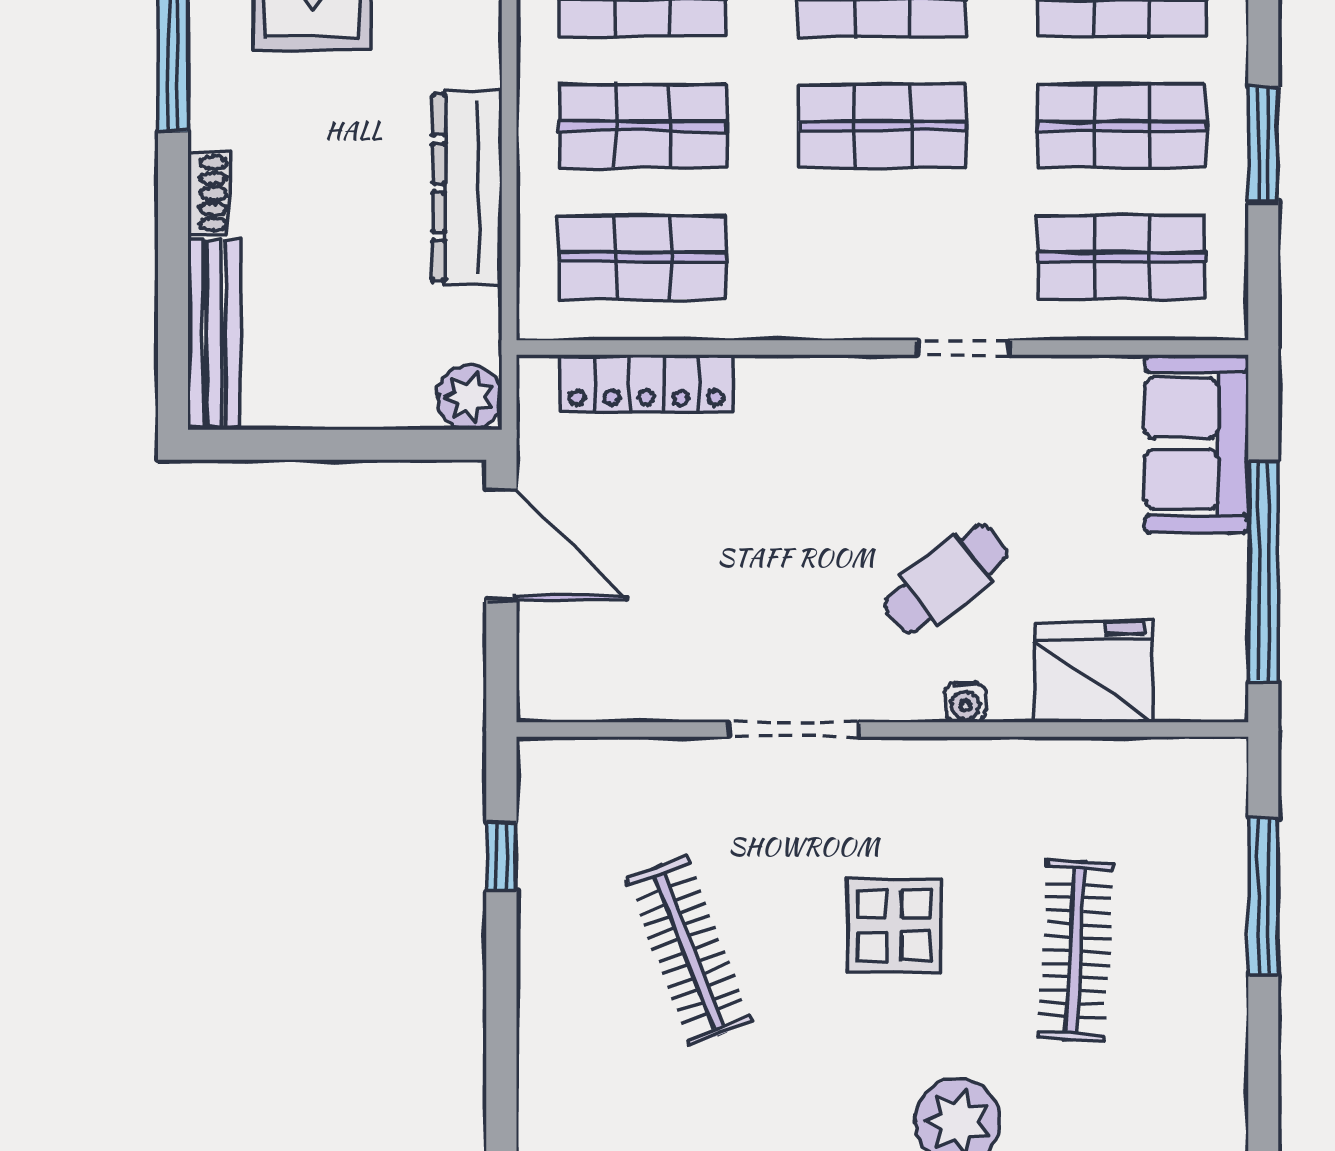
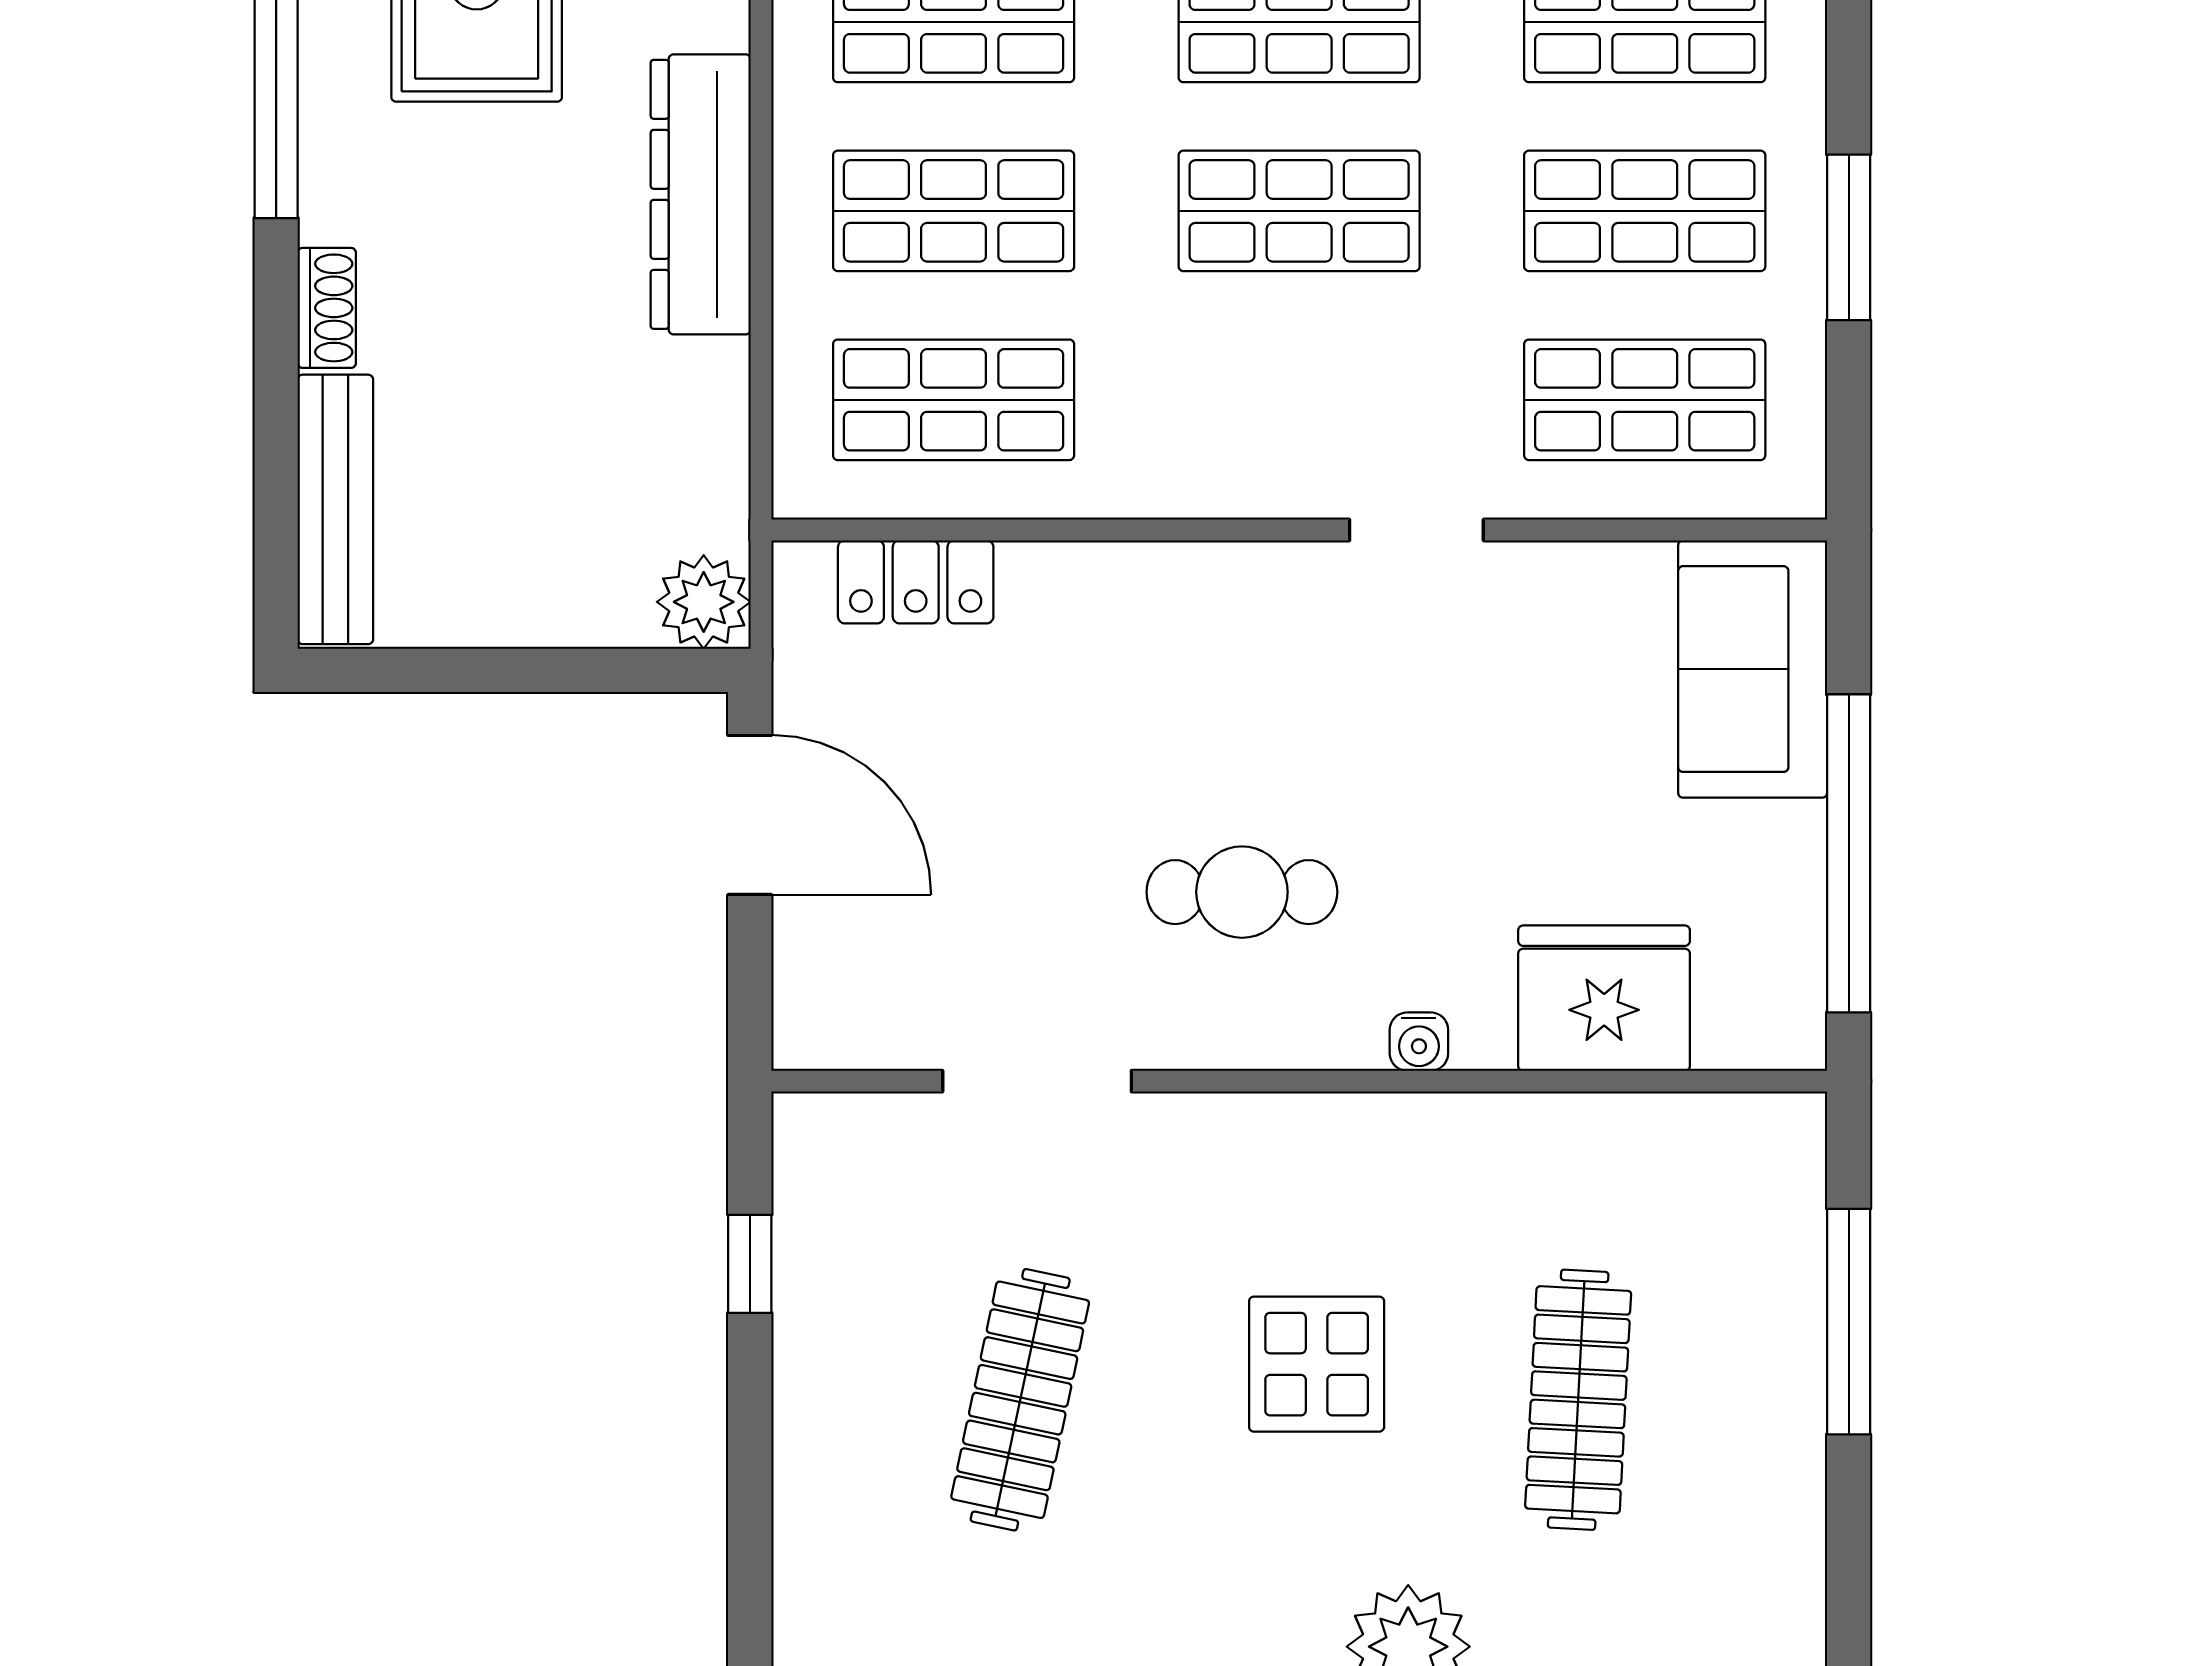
dresser: (467, 188) -> (701, 194), moved
locker: (646, 383) -> (916, 582), width x0.66
cafe table: (946, 579) -> (1242, 892), moved, turned 39
doorway: (794, 730) -> (1037, 1081), moved
clothes rail: (689, 950) -> (1020, 1400), turned 33

